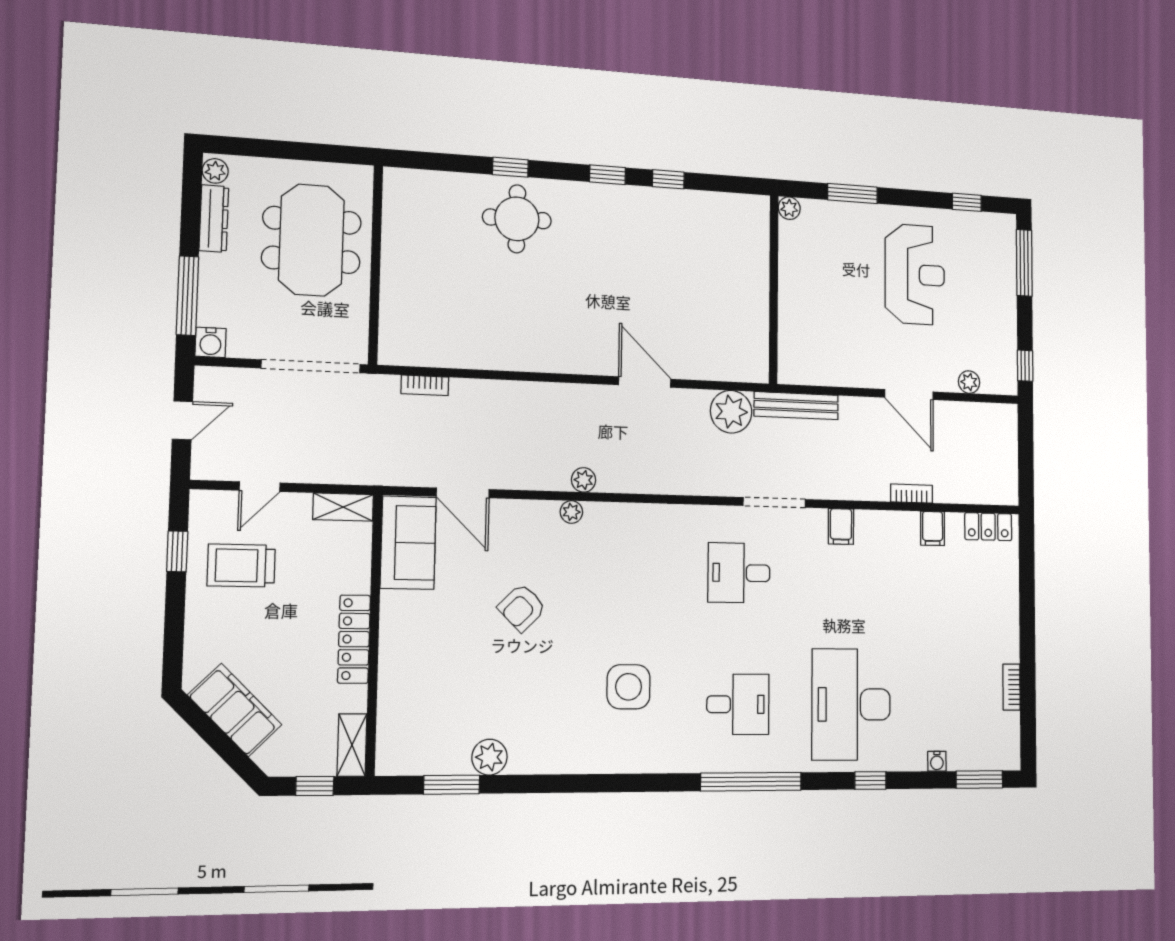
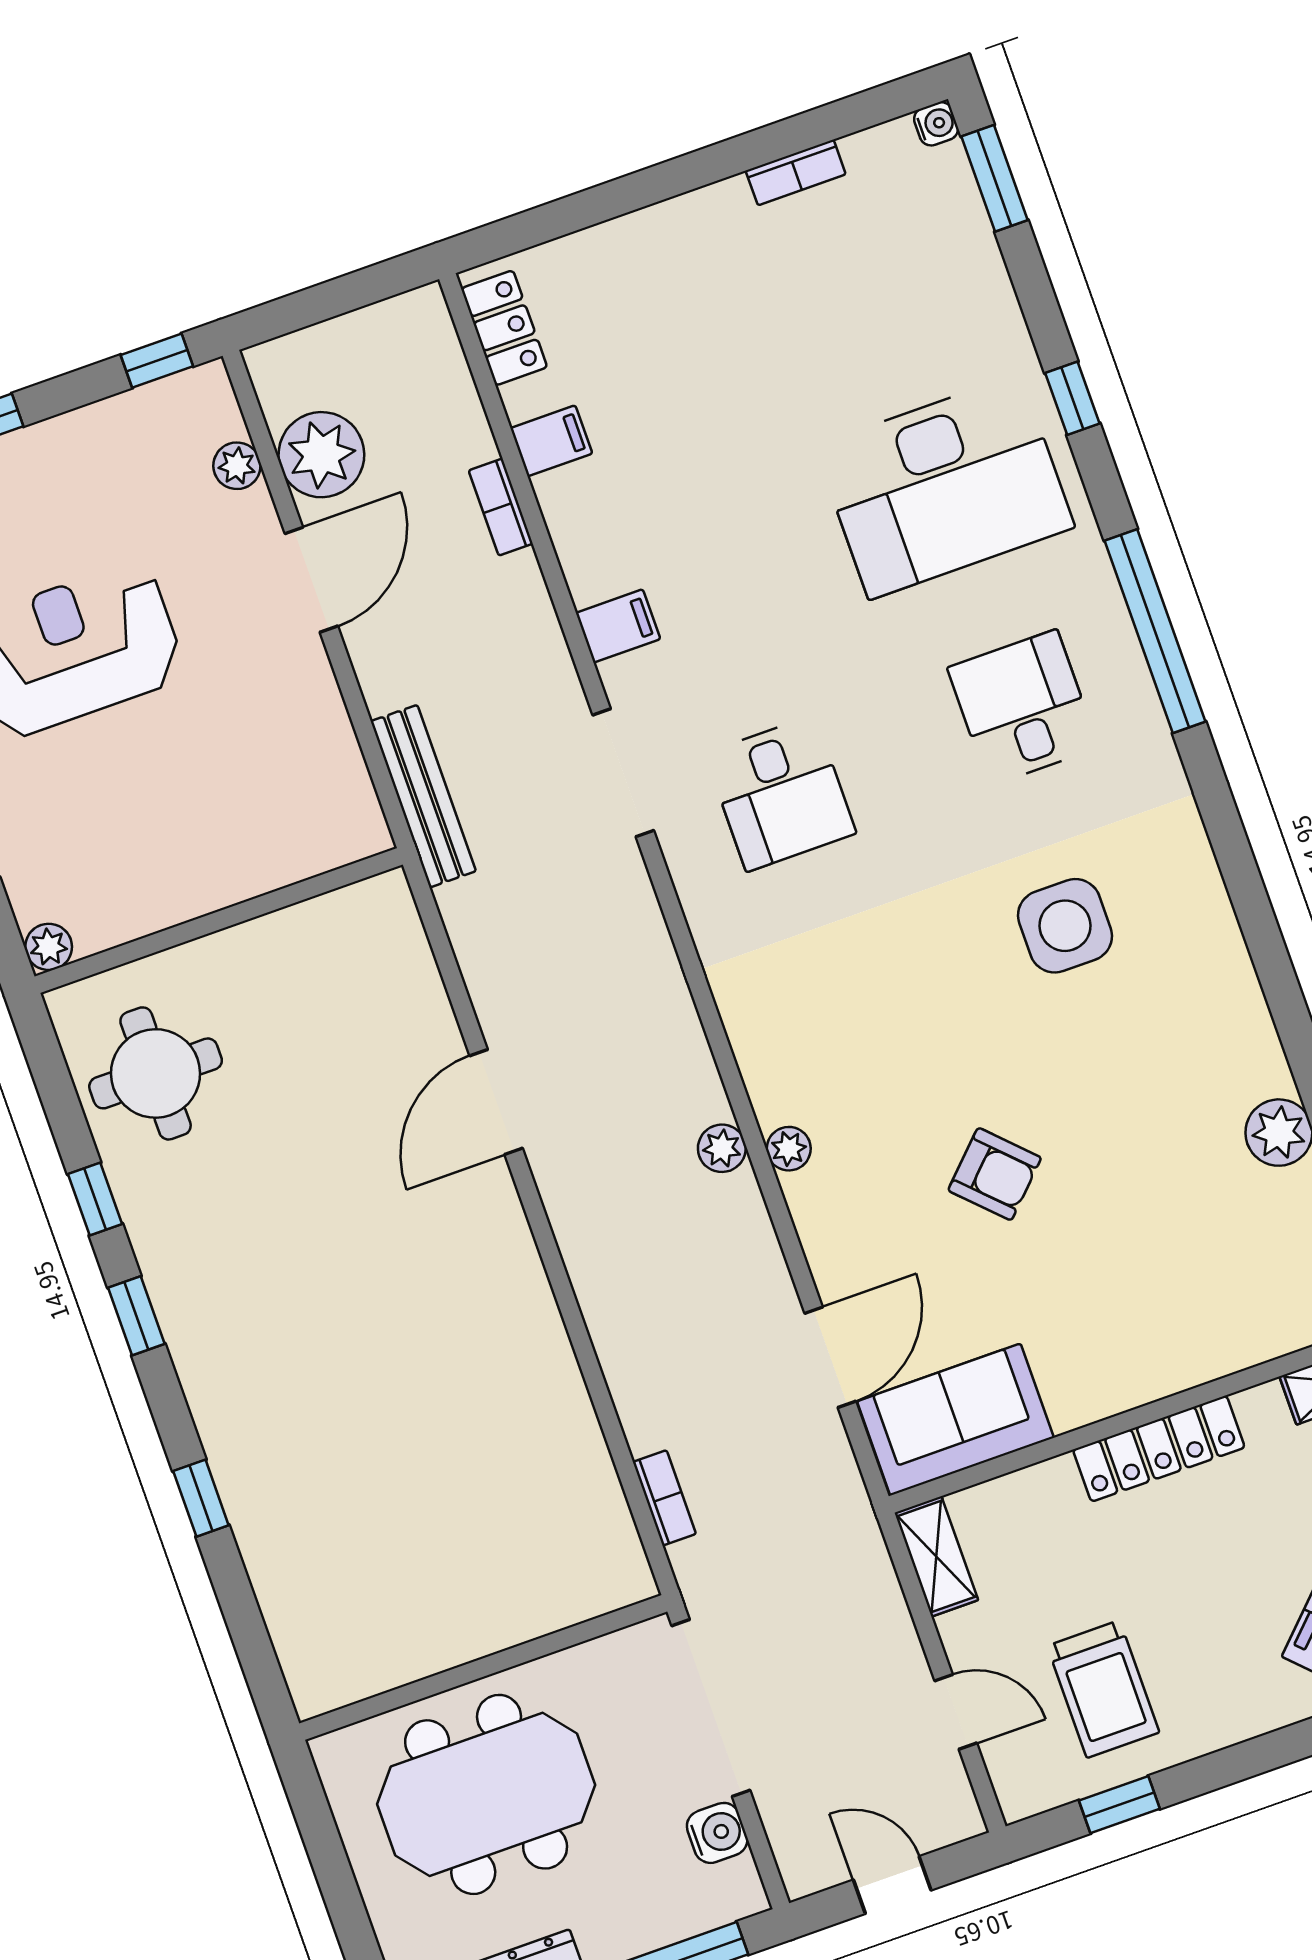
round table: (517, 219) -> (156, 1073), moved
water cooler: (211, 342) -> (717, 1833), moved
plant: (731, 412) -> (321, 455), moved
water cooler: (937, 761) -> (936, 124), moved

